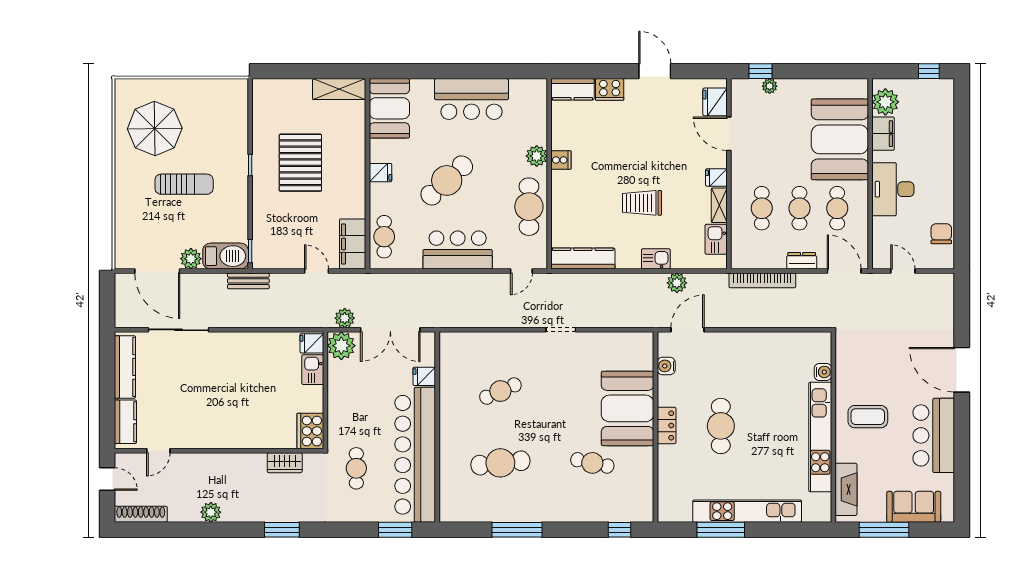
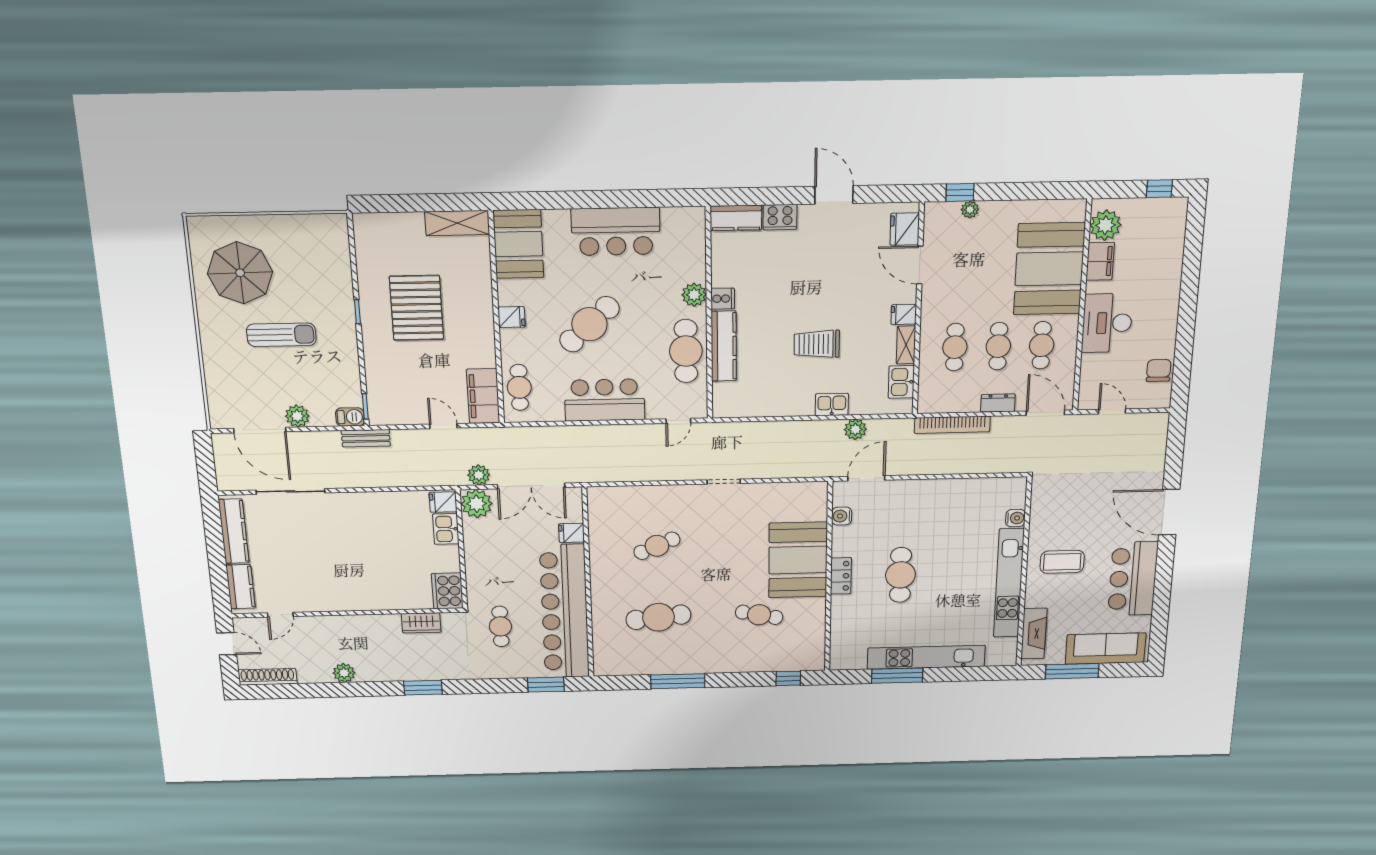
barbecue: (226, 256) -> (350, 417), width x0.53, depth x0.65
kitchen counter: (583, 259) -> (724, 346), moved, turned 90
sofa: (914, 507) -> (1106, 649), width x1.36

